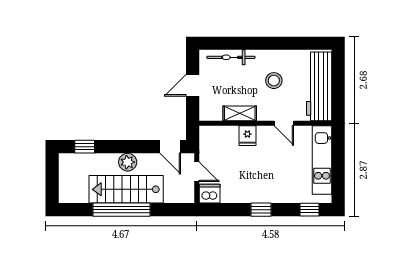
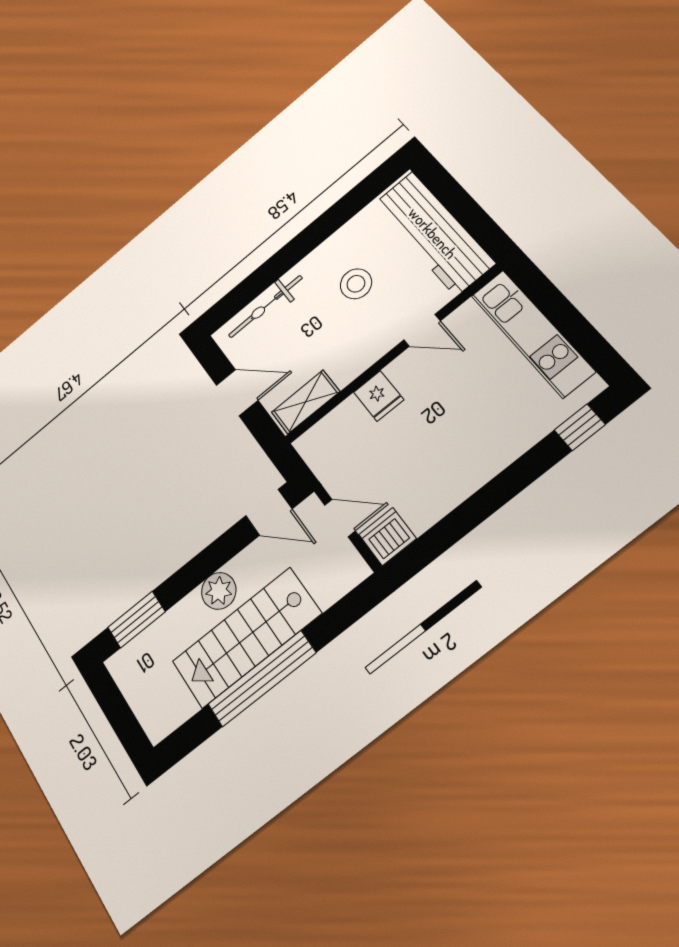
door: (193, 85) -> (237, 393), swing flipped
shelving: (240, 113) -> (306, 402), moved
window: (85, 147) -> (136, 620), width x1.50
window: (261, 210) -> (495, 494), removed

